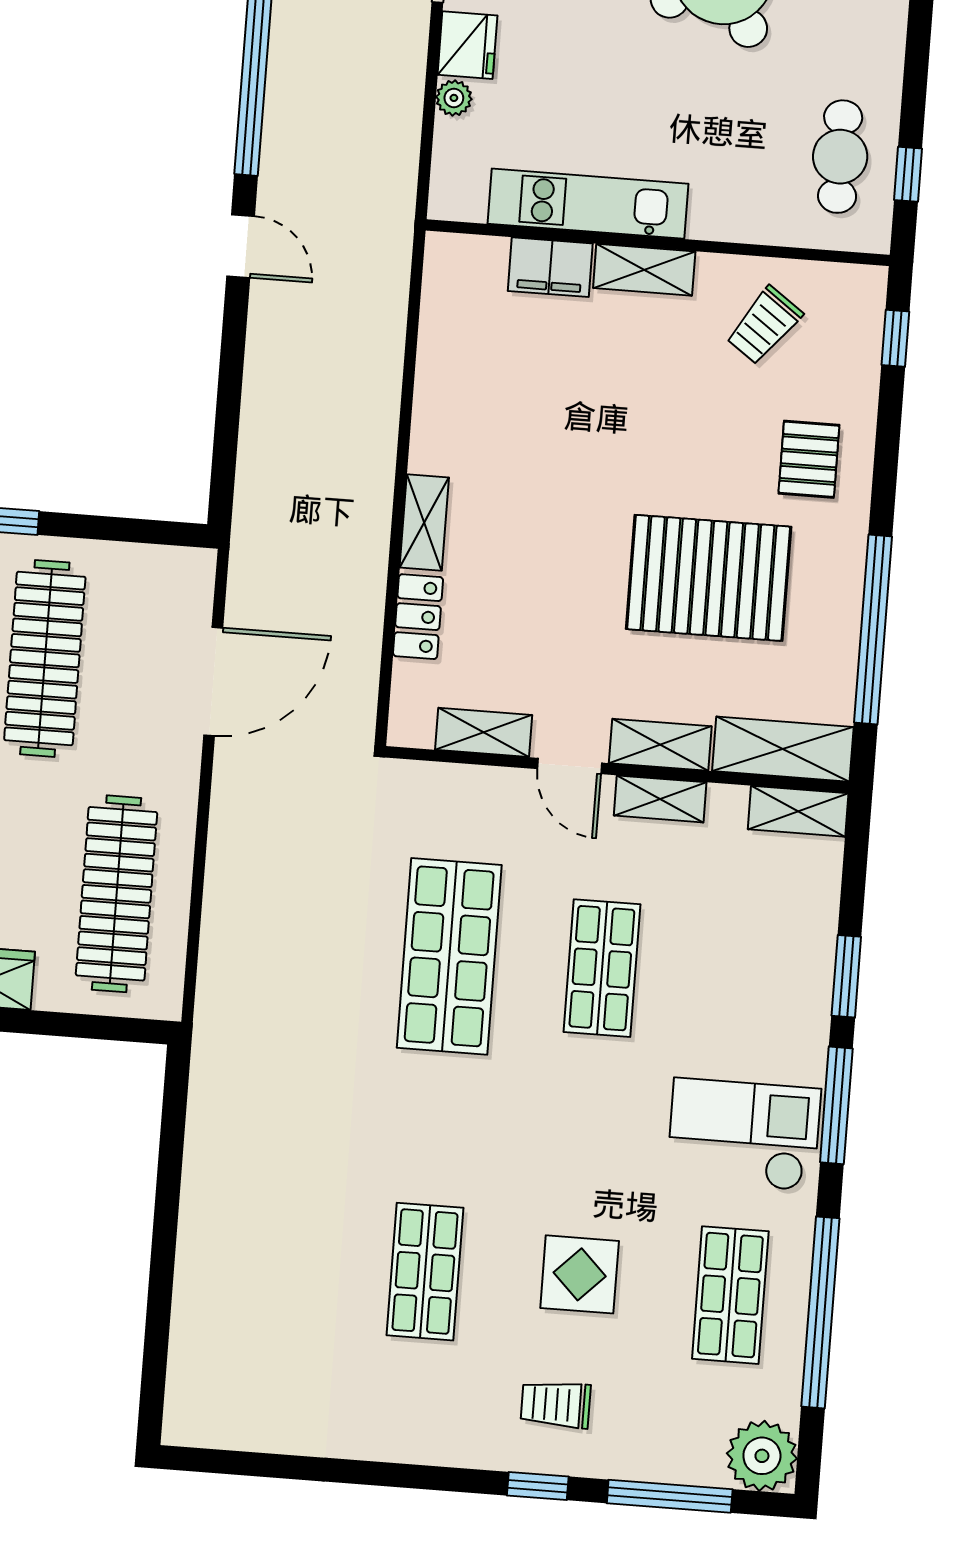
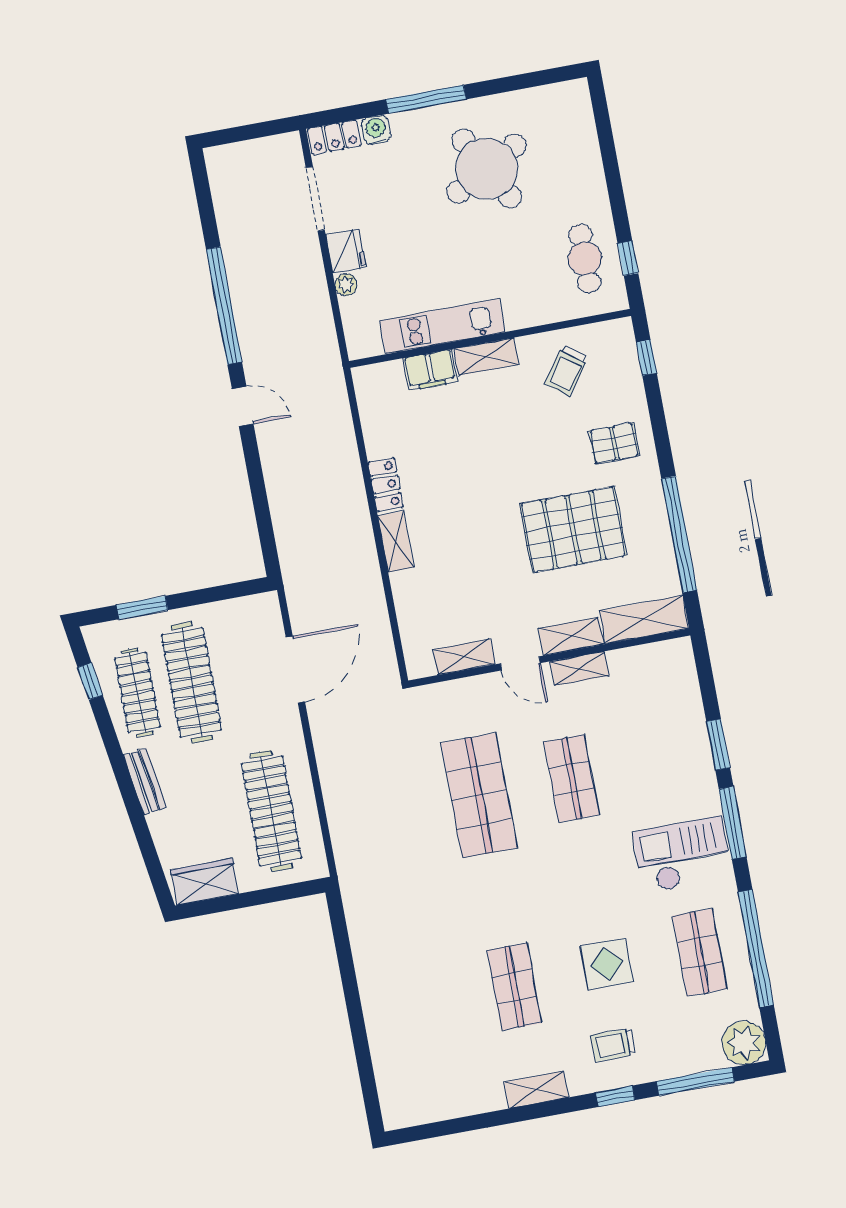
pallet: (809, 459) -> (614, 443), turned 90
locker: (418, 617) -> (386, 485), moved
shelving: (798, 811) -> (536, 1090), moved

